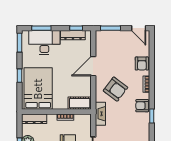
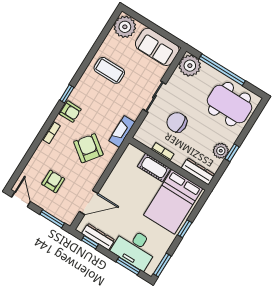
armchair: (142, 64) -> (53, 181), moved
door: (93, 66) -> (89, 202), moved
cot: (80, 103) -> (154, 168), moved

